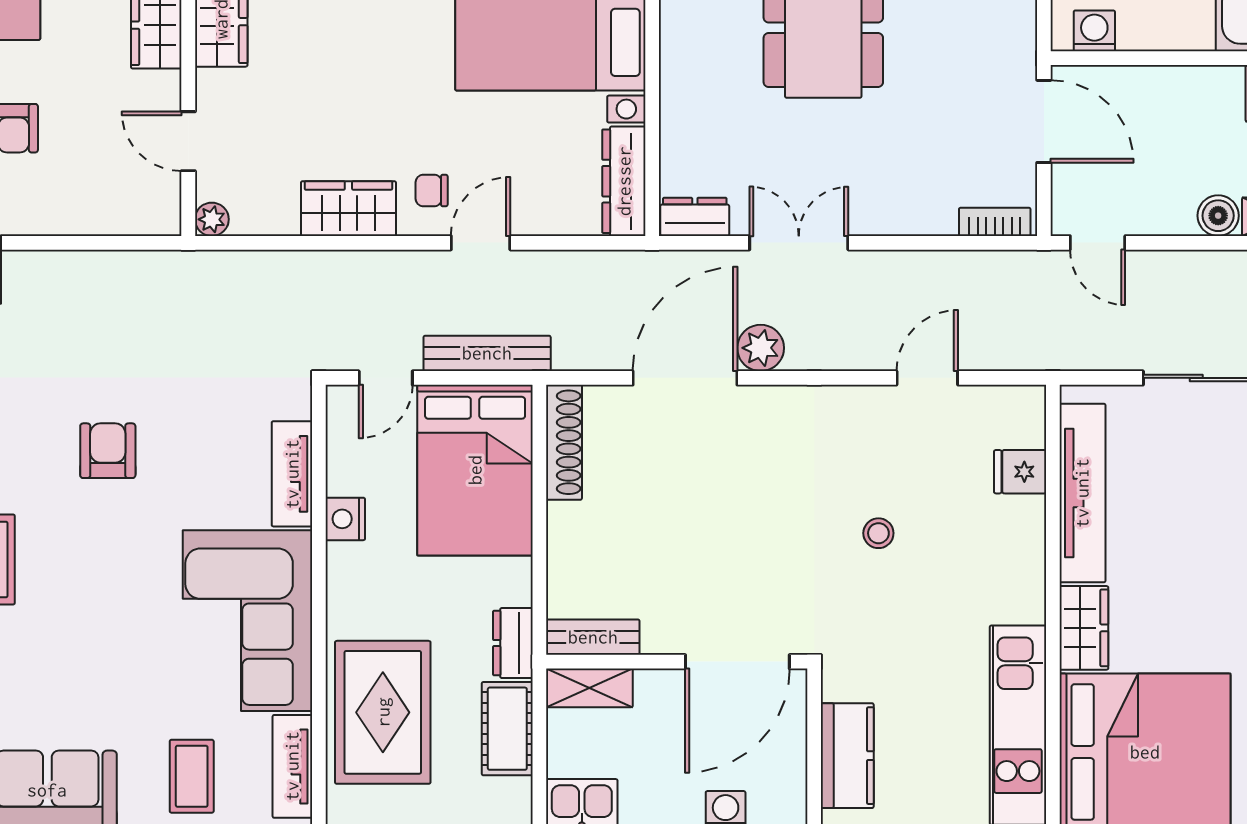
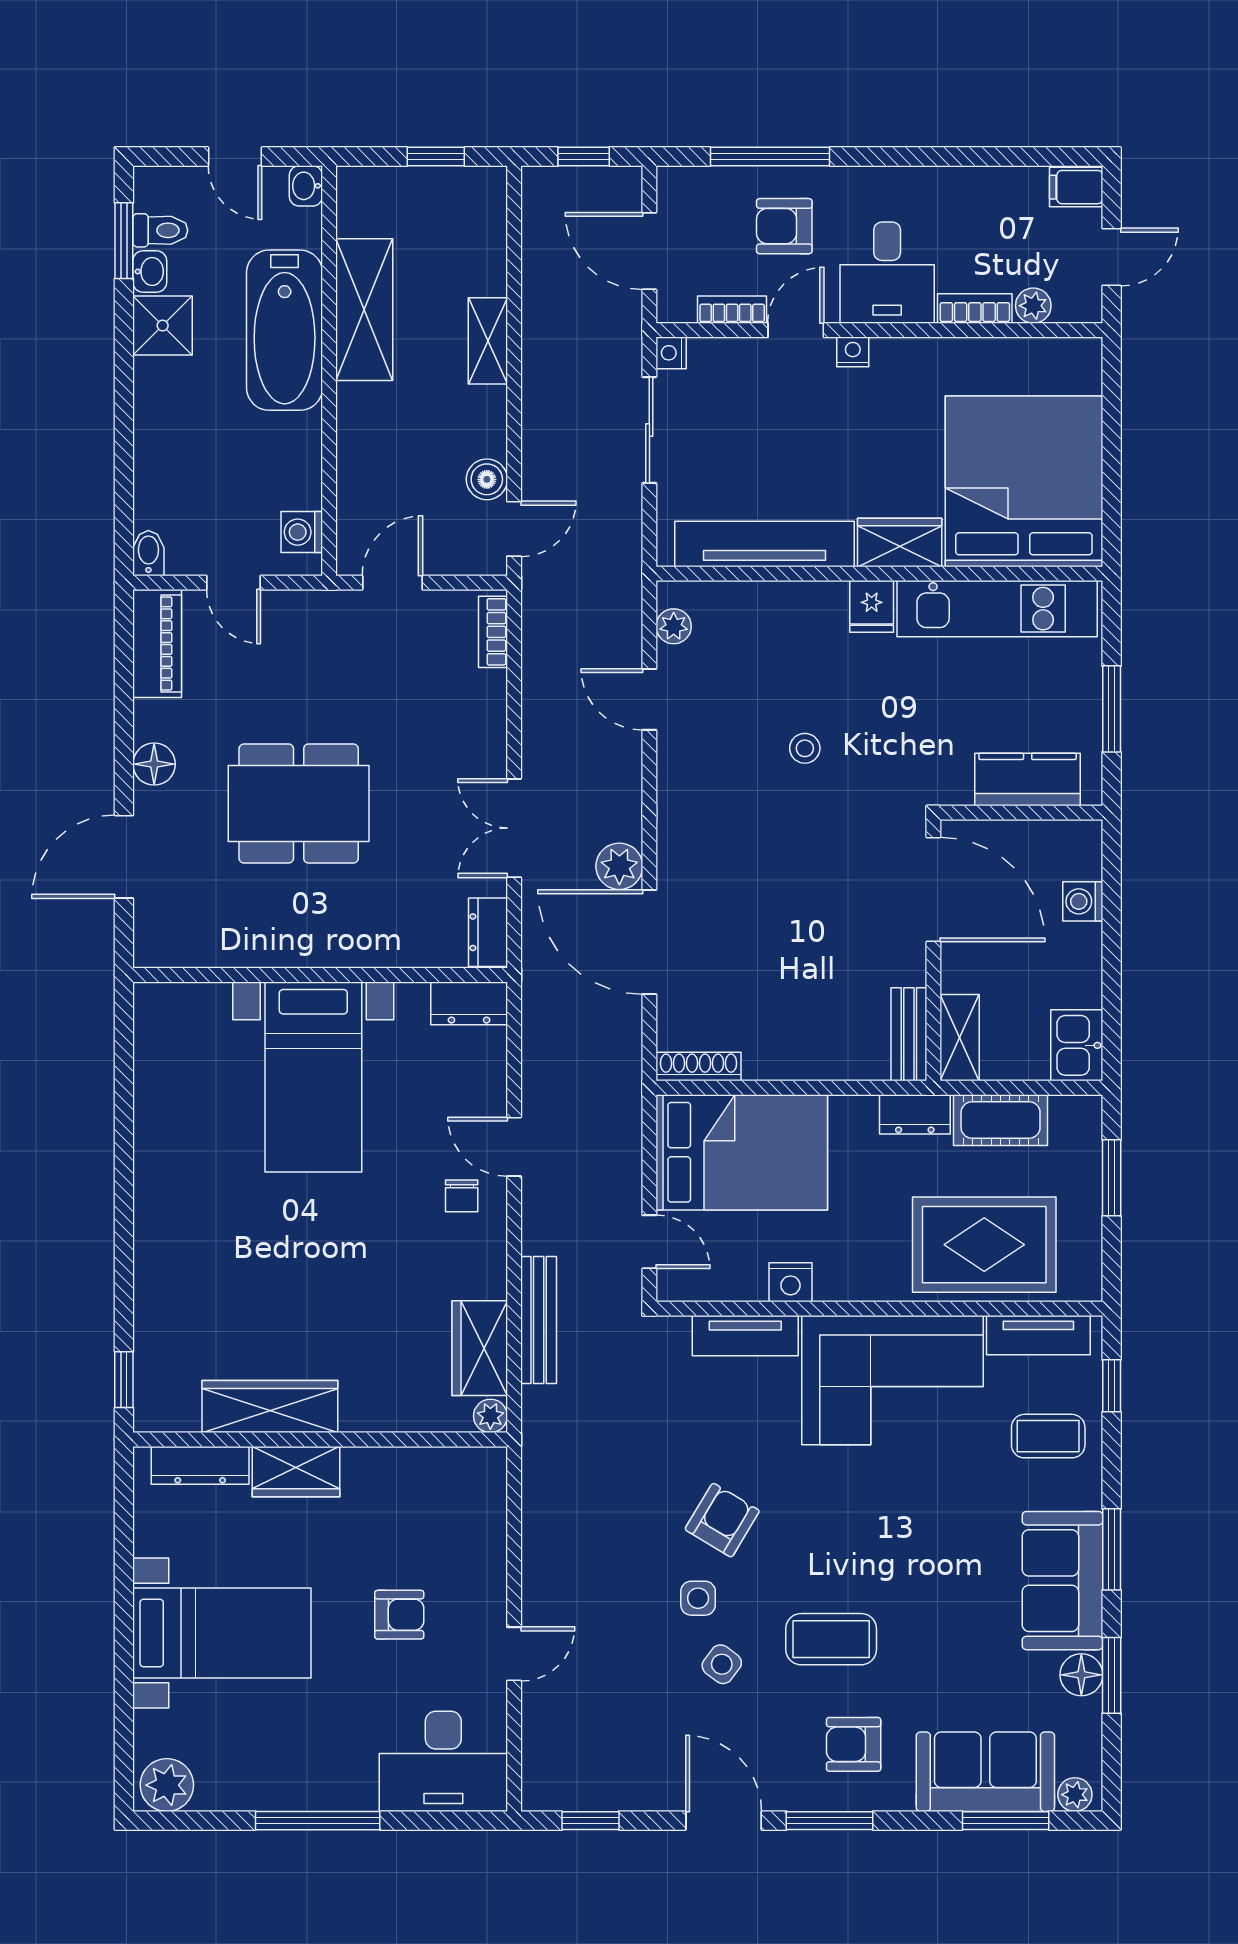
door: (1044, 121) -> (392, 583), width x0.73
door: (188, 141) -> (412, 1440), removed
dresser: (624, 181) -> (469, 1003), width x0.70
wardrobe: (348, 209) -> (480, 1348), moved
boiler: (1218, 216) -> (487, 479), moved
bench: (487, 353) -> (539, 1320), moved
plant: (1000, 402) -> (674, 626), added
side table: (30, 427) -> (698, 1598), added
shoe rack: (564, 442) -> (698, 1067), width x0.74, depth x0.81
armchair: (108, 451) -> (722, 1520), turned 121
fridge: (1020, 472) -> (872, 606), moved

